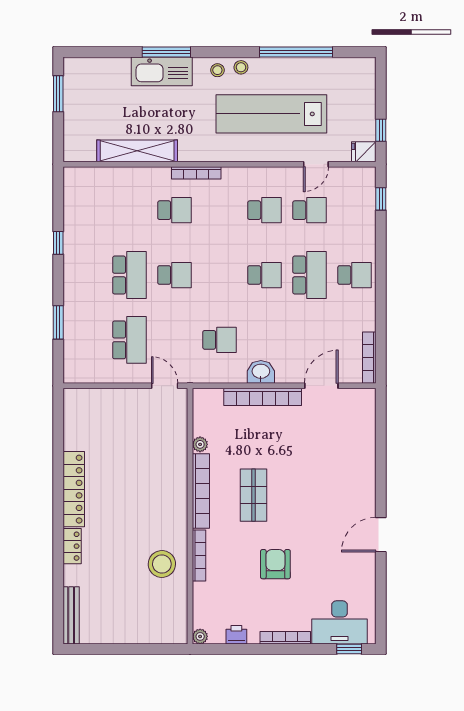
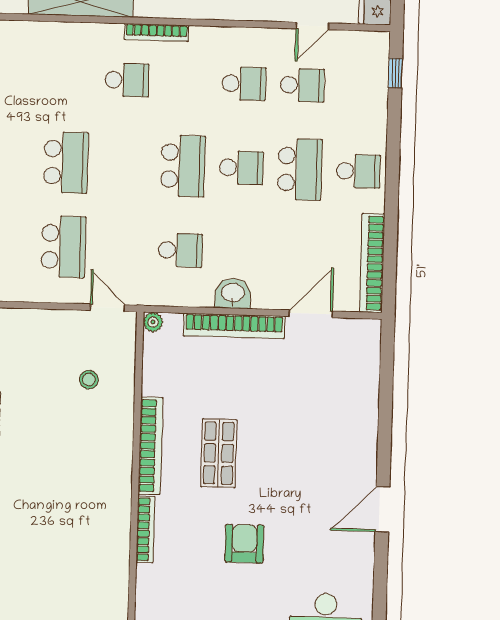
school desk: (174, 275) -> (183, 166), moved, width x1.85
bookcase: (369, 358) -> (372, 263), width x1.48, depth x1.31
plant: (200, 444) -> (153, 322), moved
stool: (162, 564) -> (89, 380), moved, width x0.53, depth x0.53

